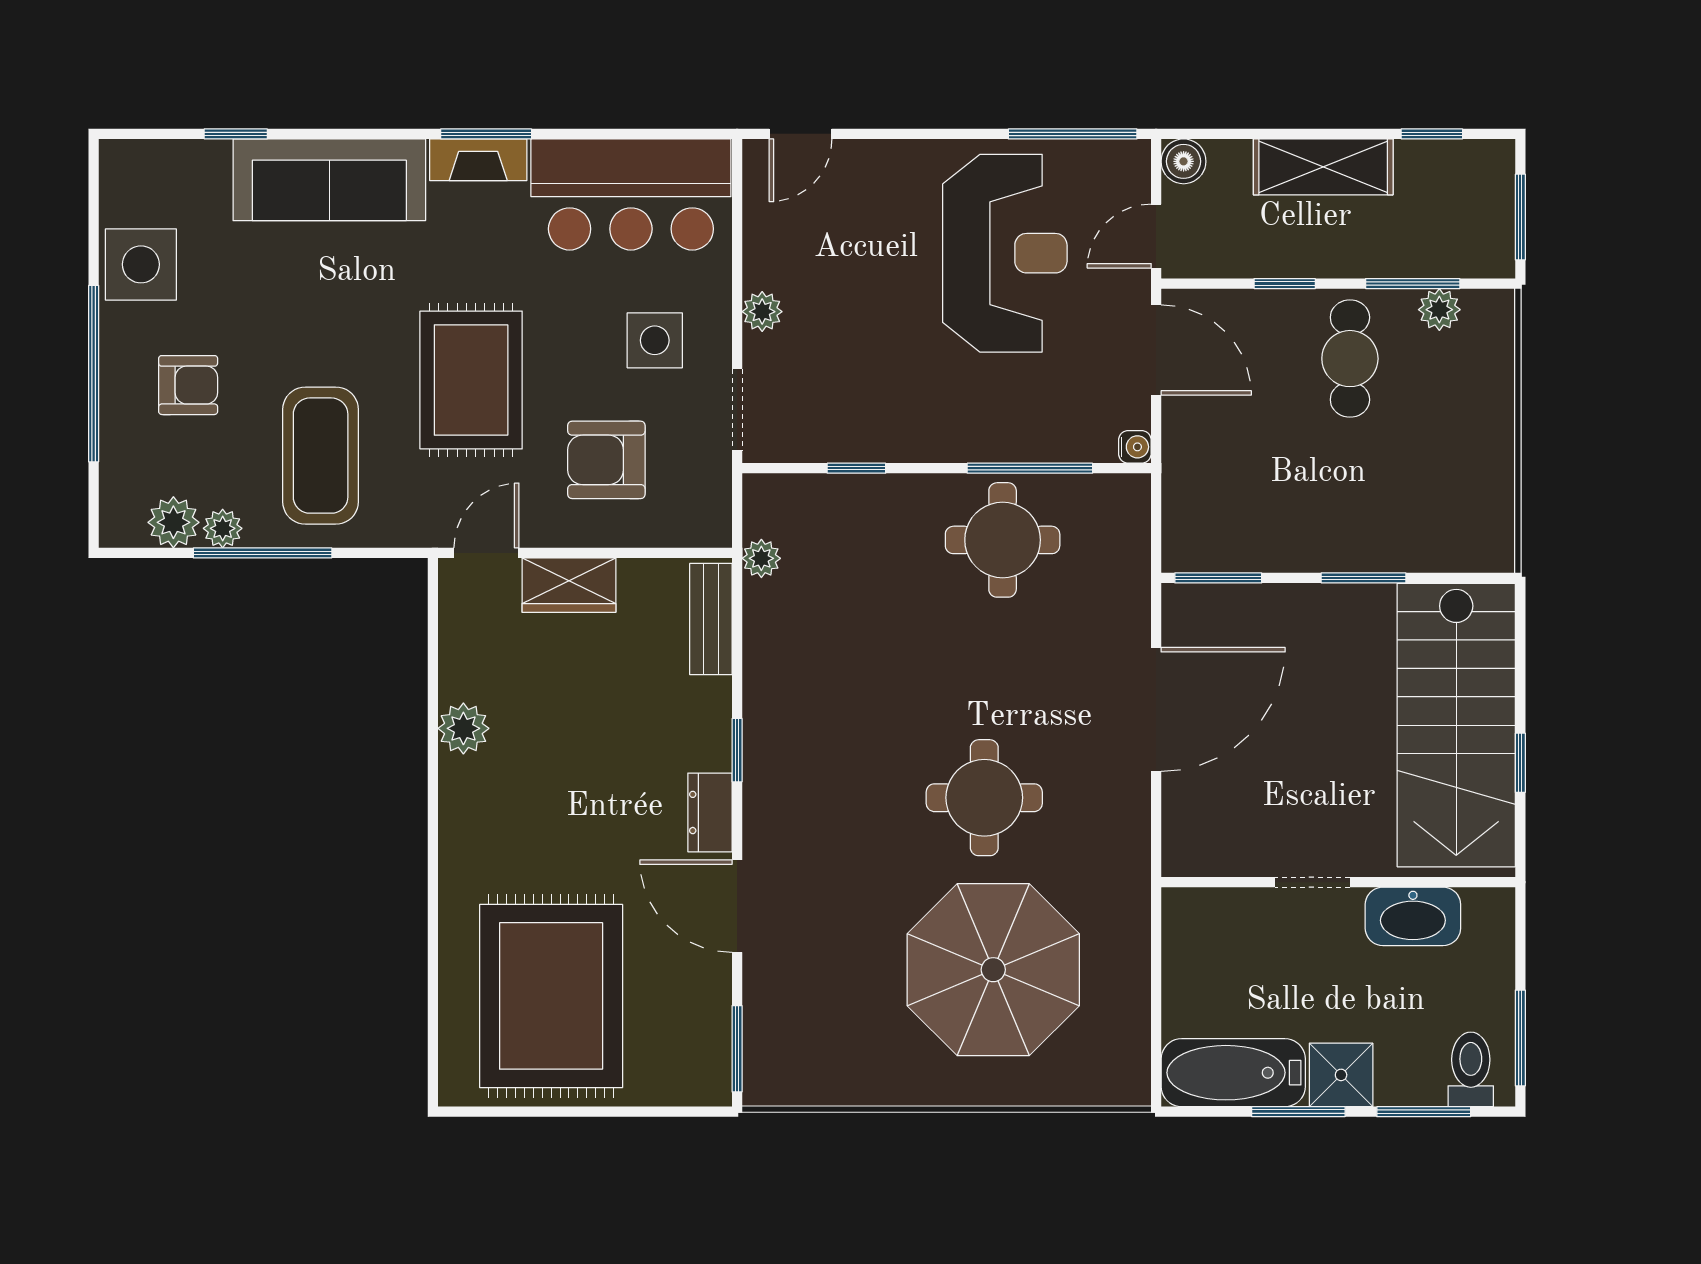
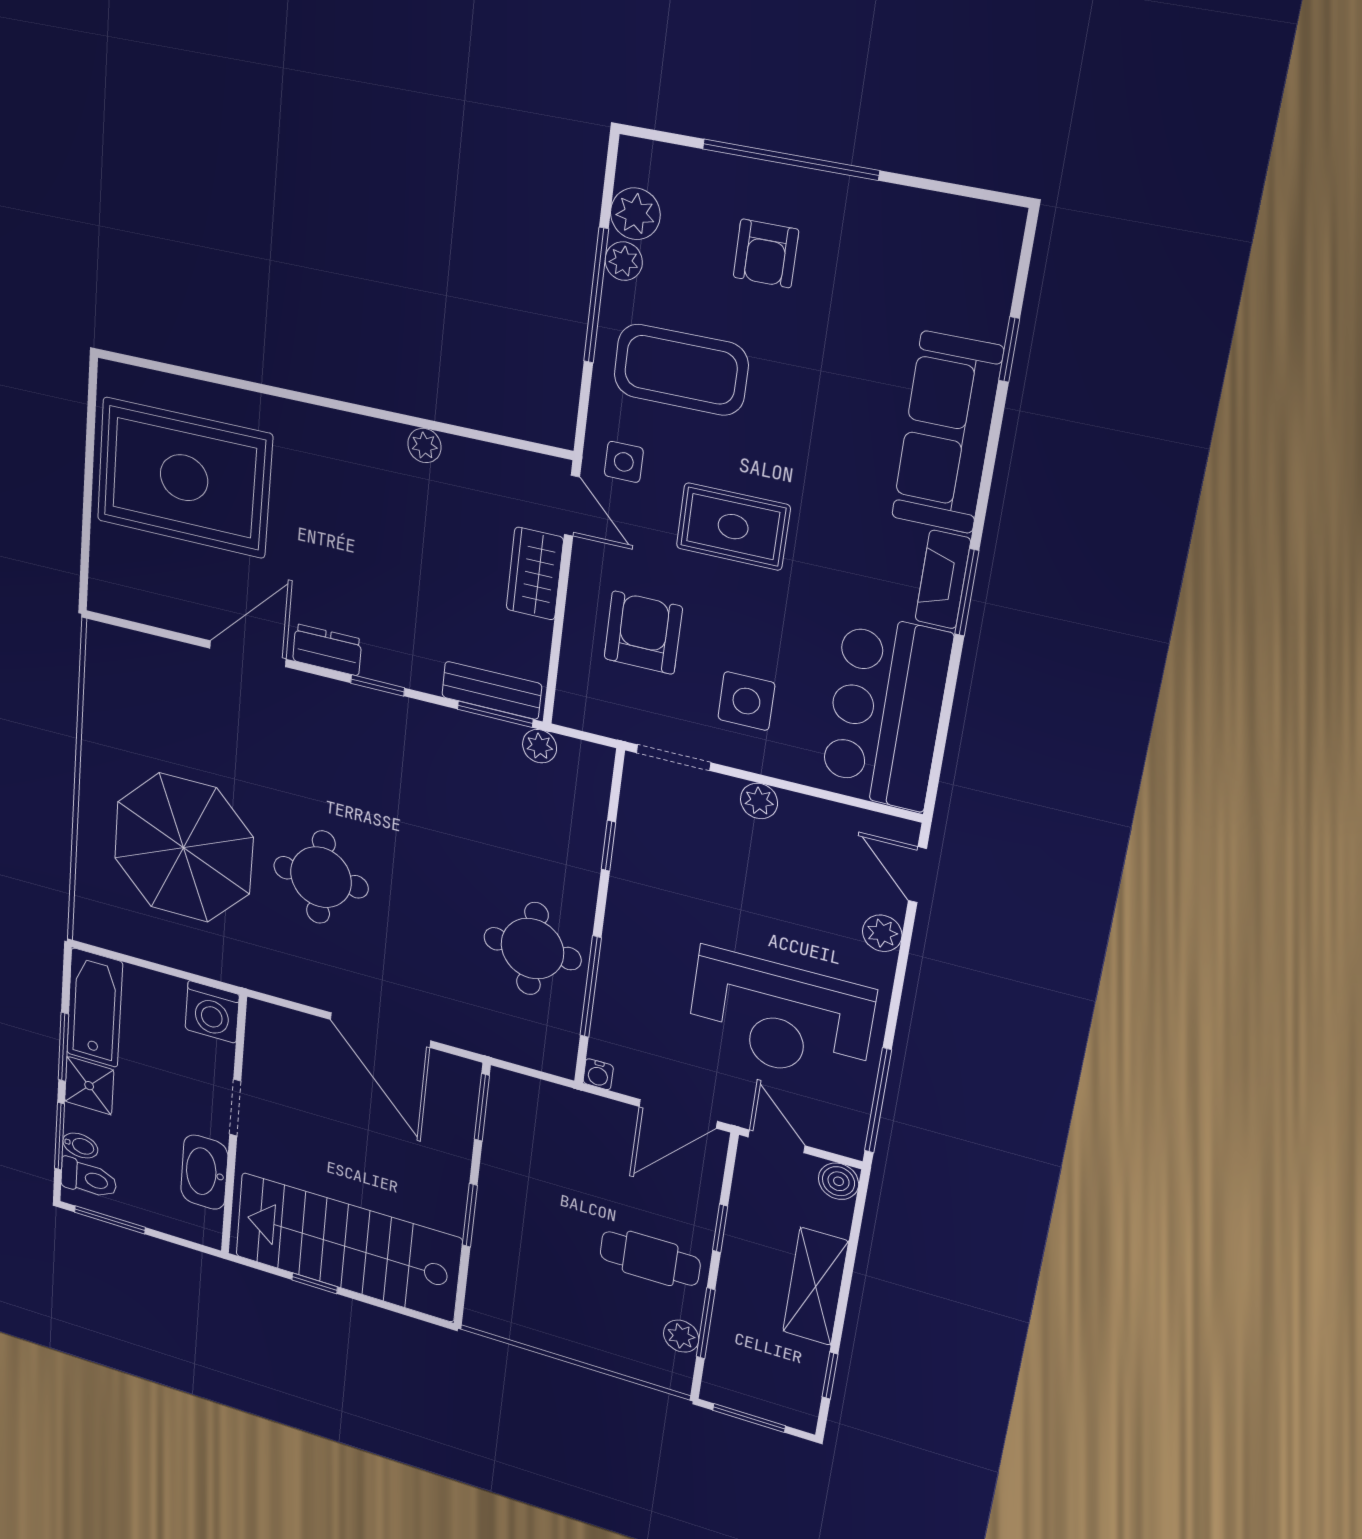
plant: (877, 160) -> (882, 933), added
side table: (141, 264) -> (624, 462), moved, width x0.54, depth x0.54
rug: (471, 380) -> (733, 527), width x0.73, depth x0.70
plant: (463, 728) -> (424, 446), width x0.73, depth x0.73
washing machine: (1194, 920) -> (212, 1012), added
window: (737, 1049) -> (495, 714), moved
bidet: (1428, 1083) -> (80, 1146), added

